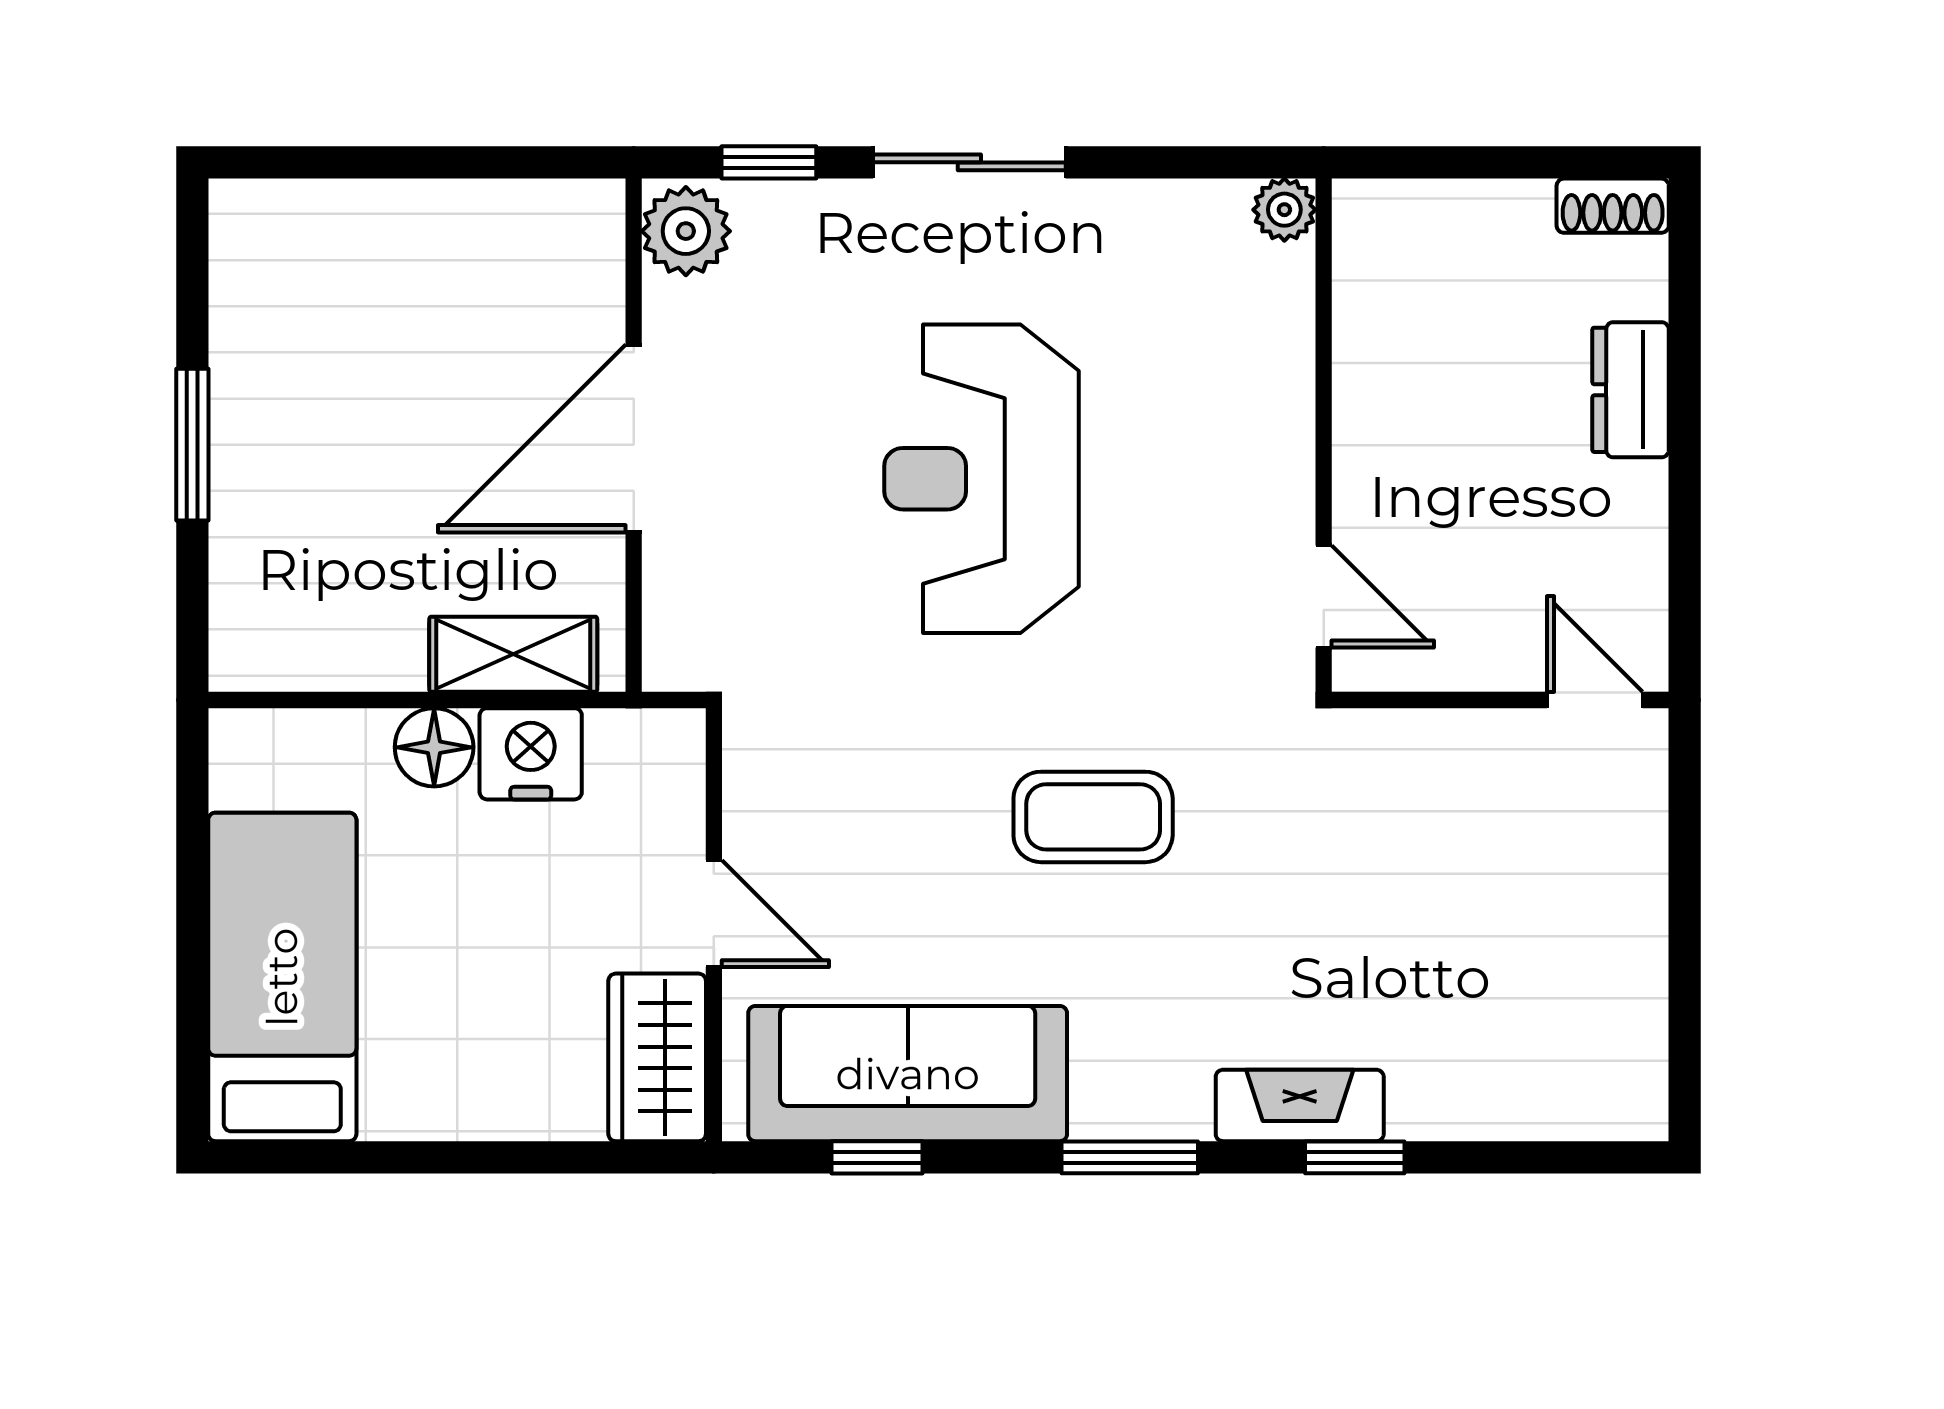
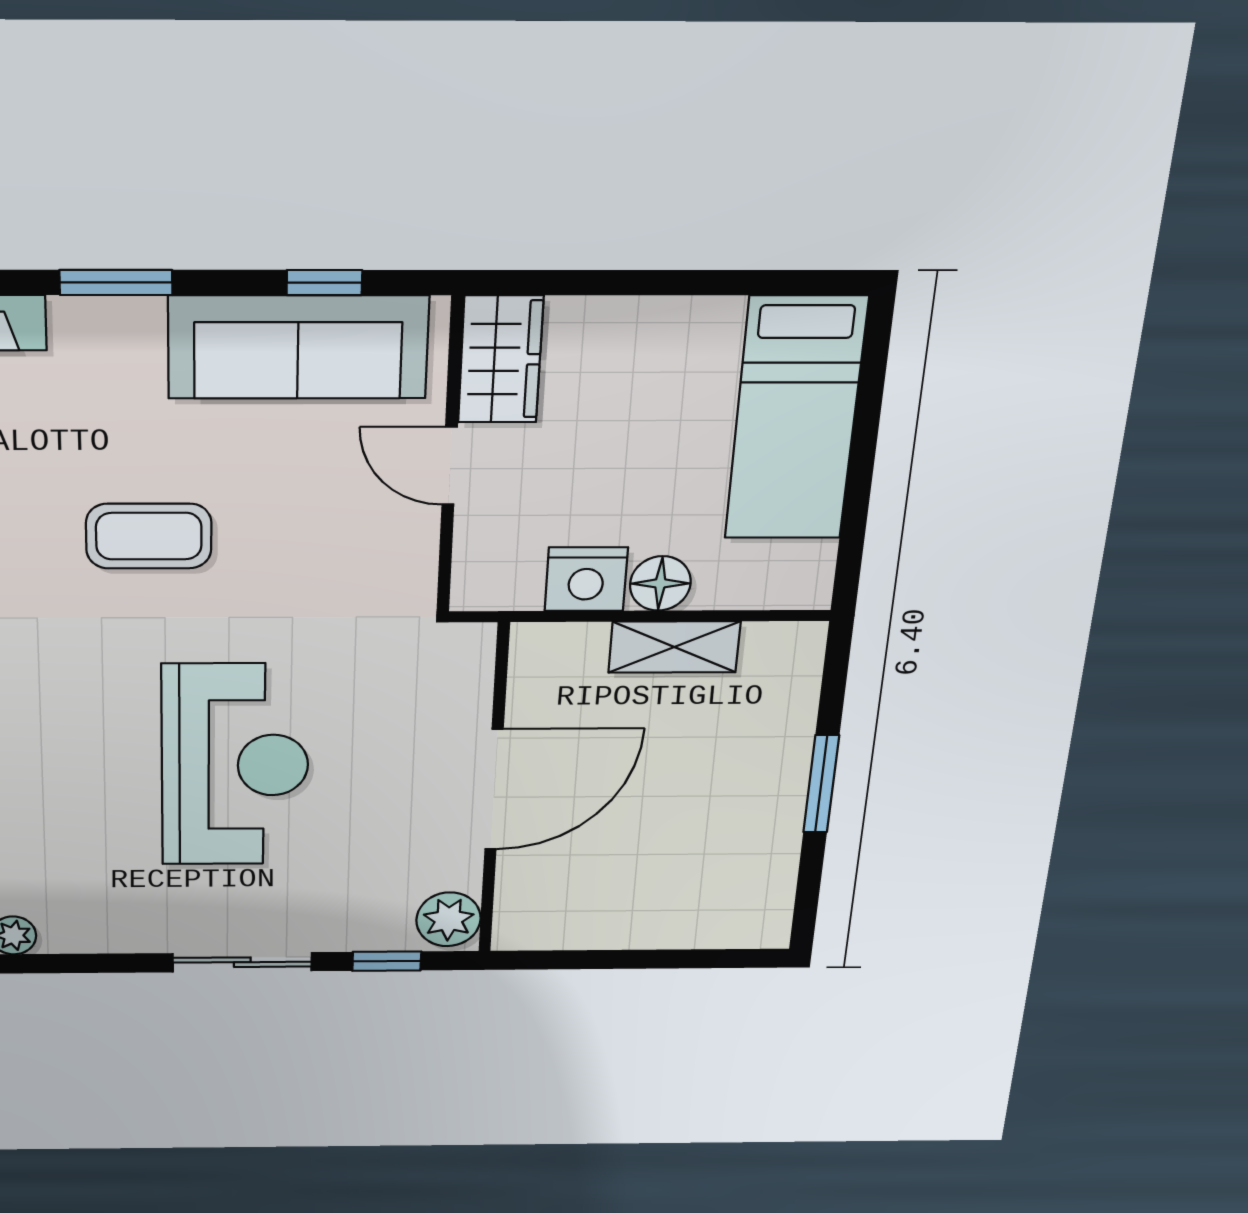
shelving: (513, 654) -> (674, 647), moved

